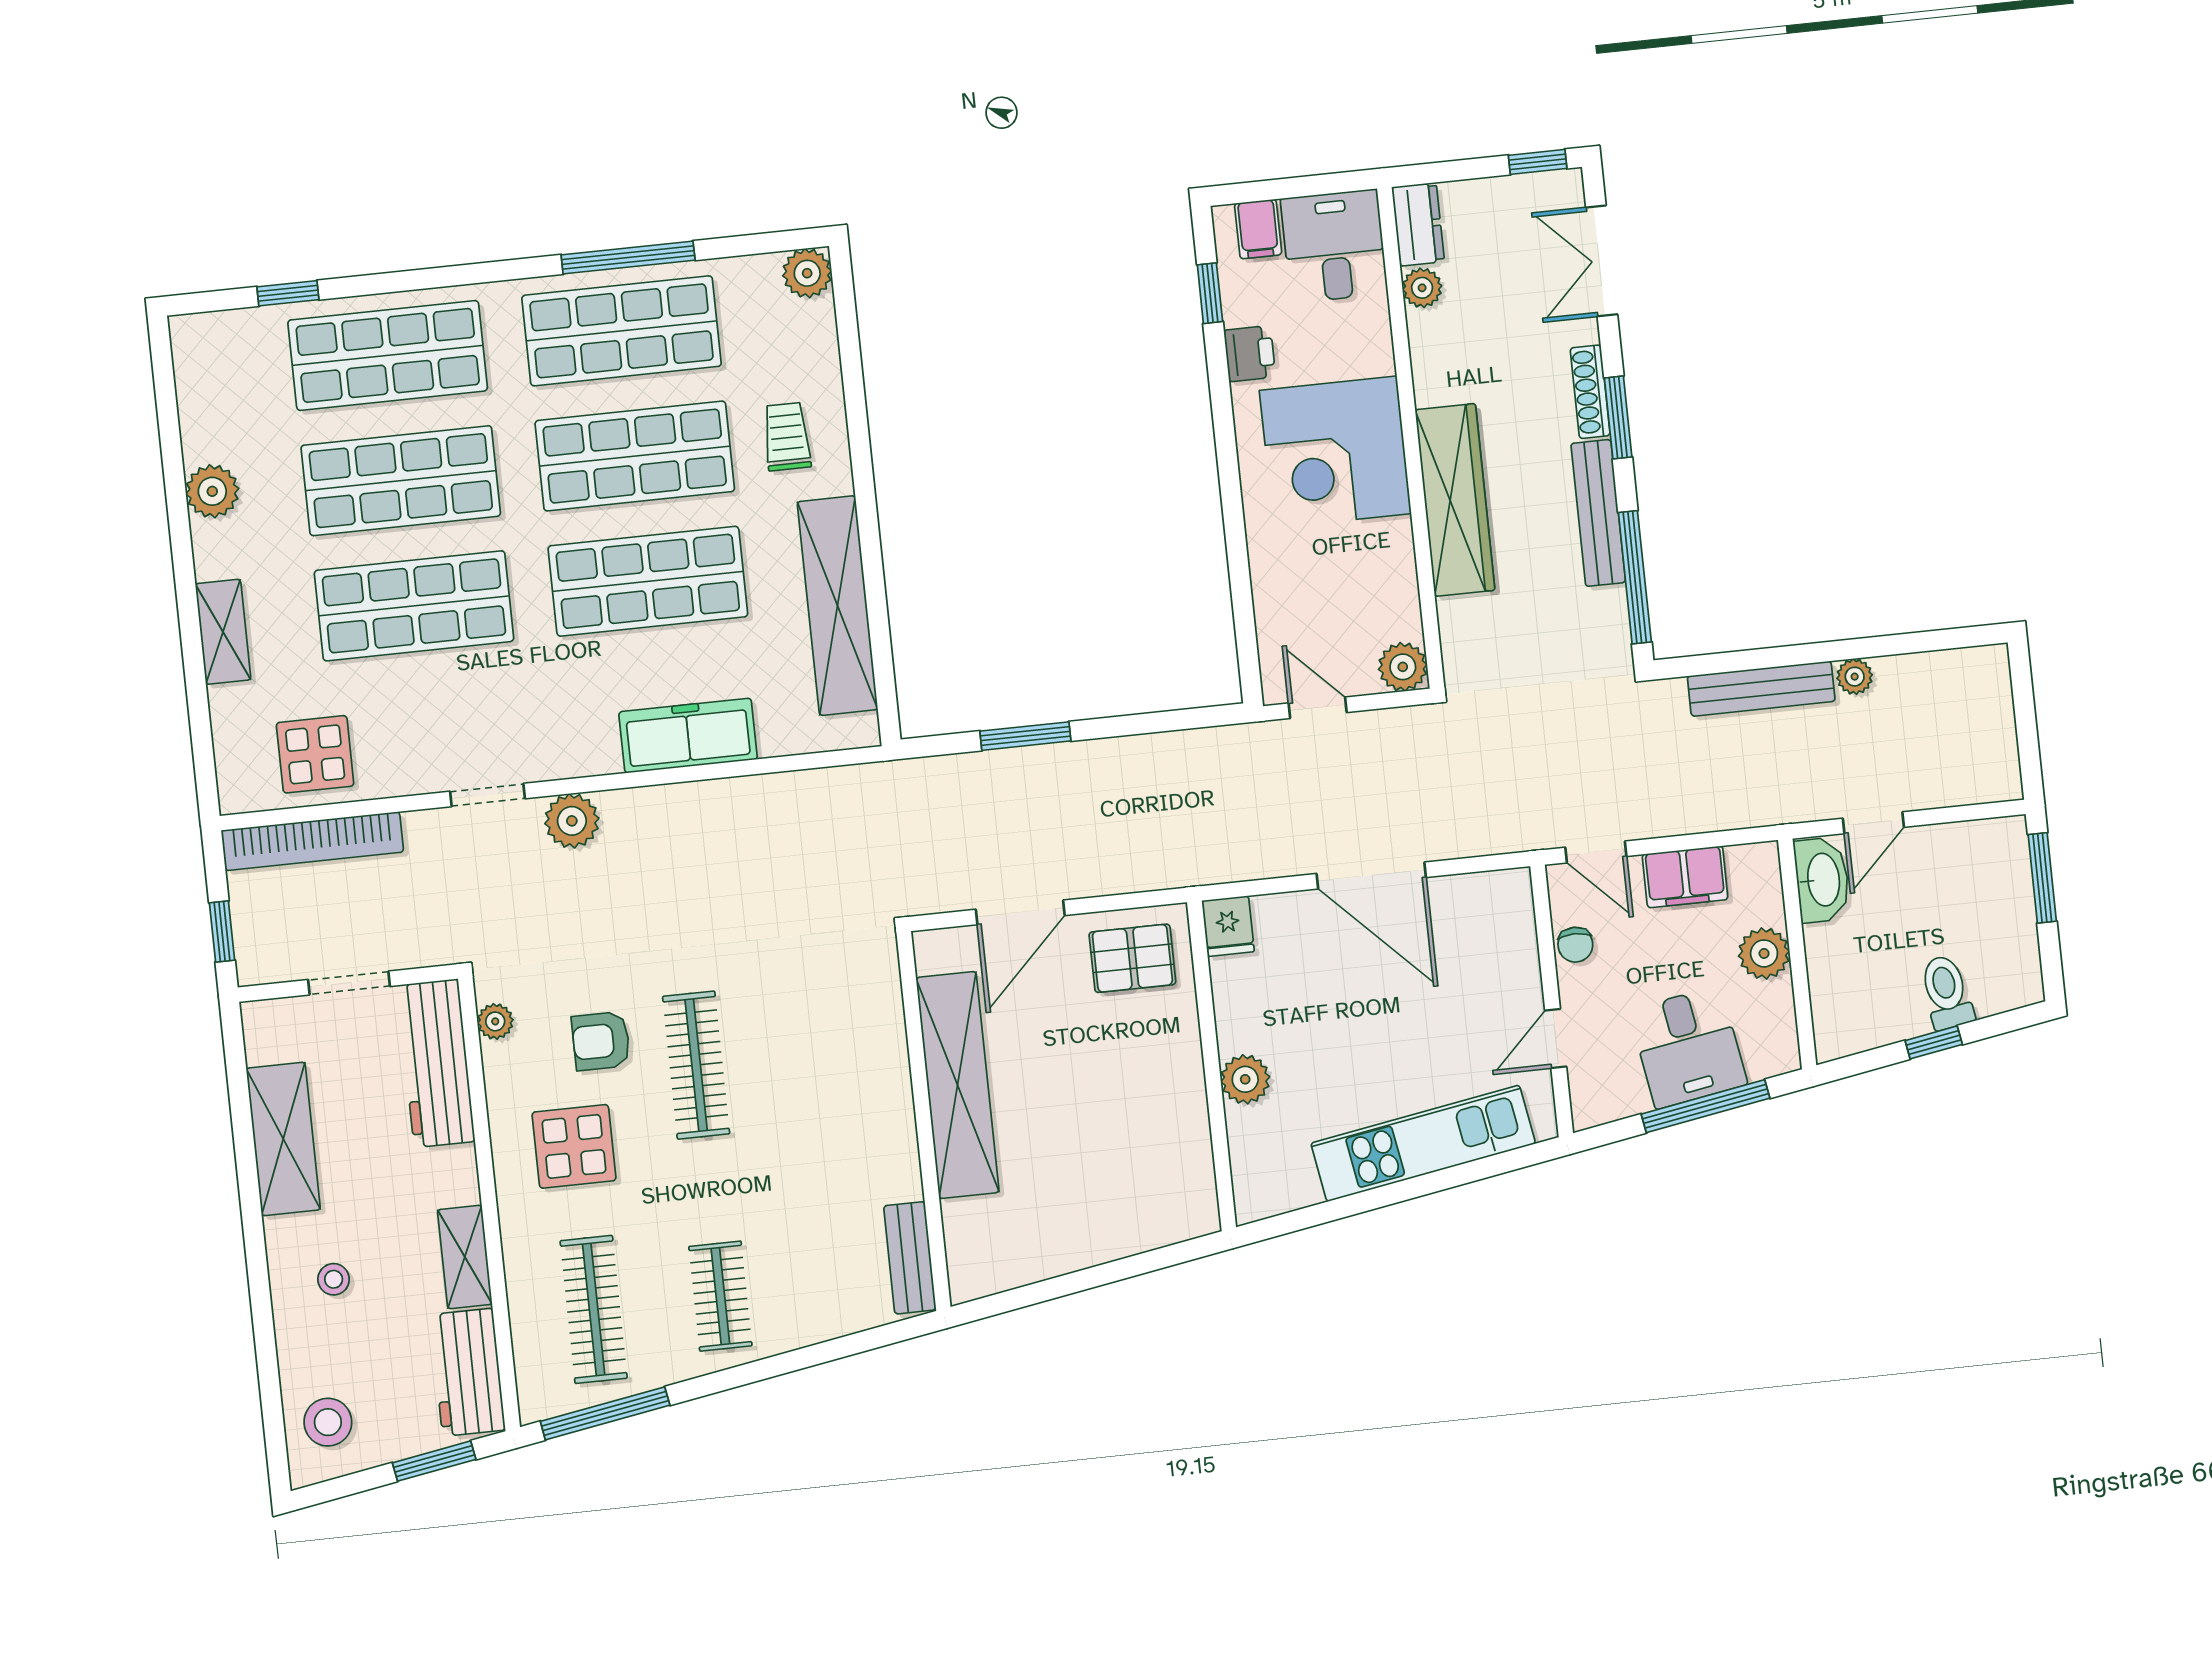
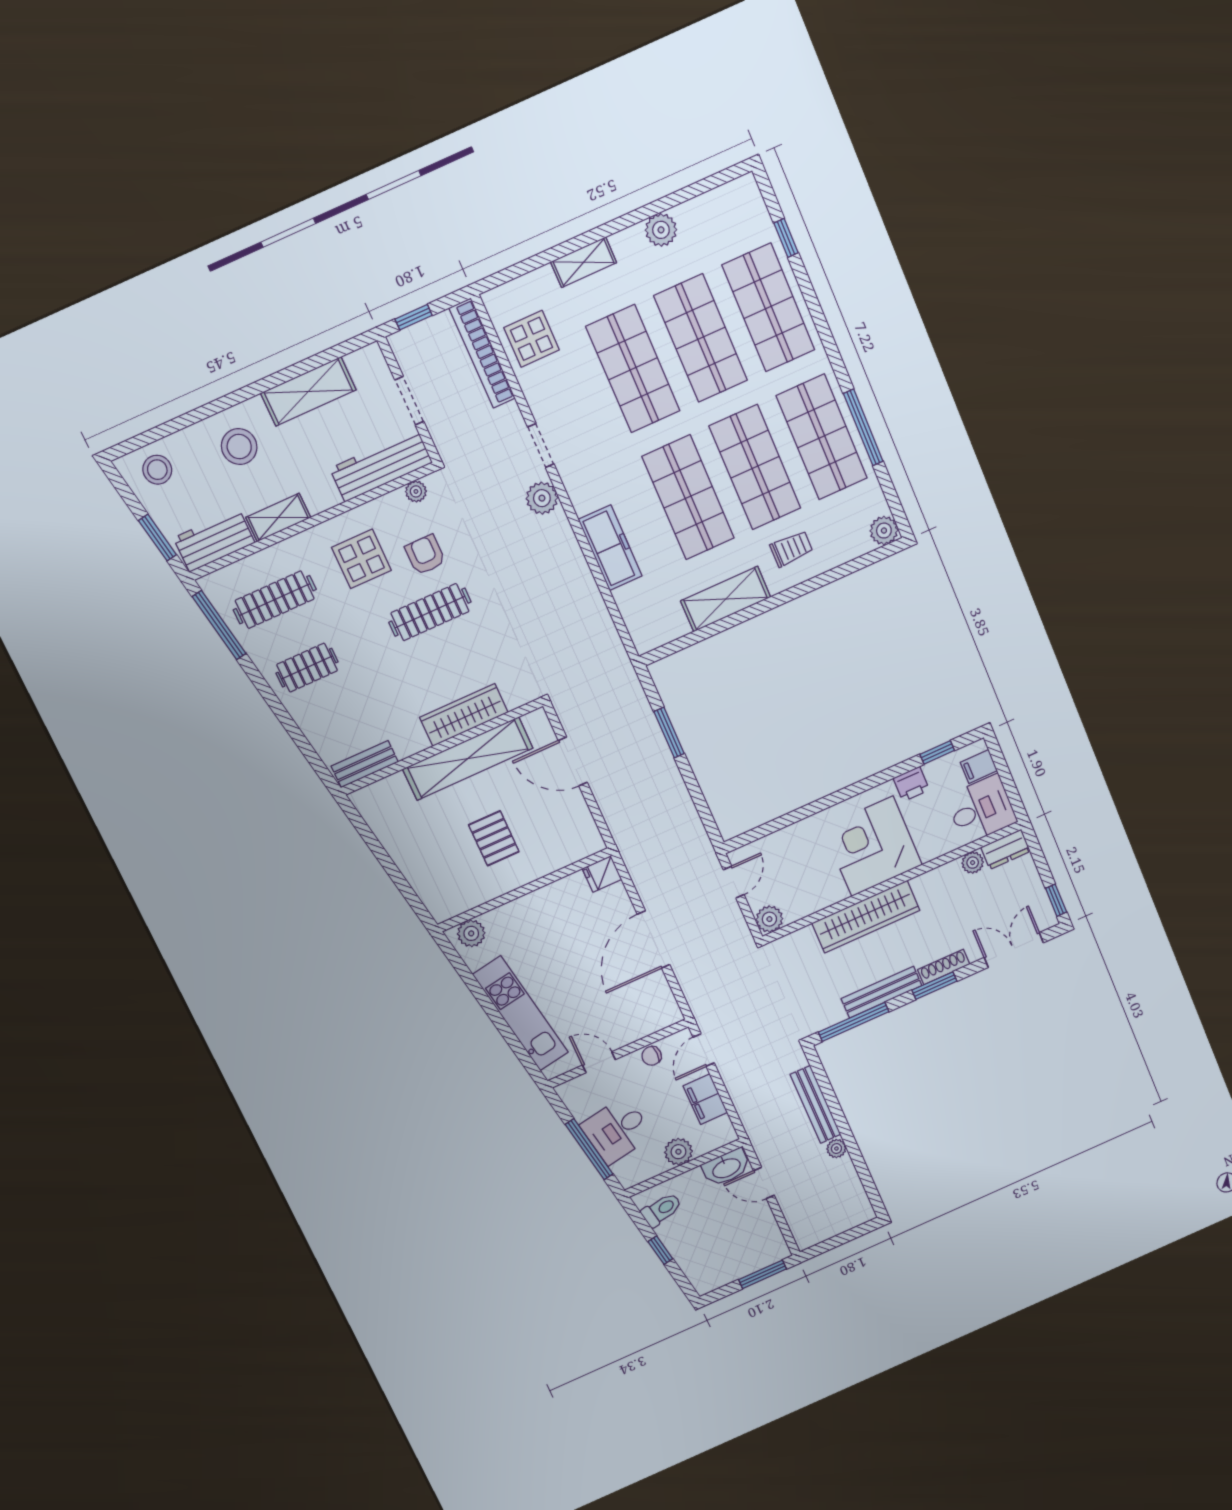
shelving: (837, 606) -> (726, 599), width x0.68
pallet: (1132, 958) -> (494, 838), moved
toilet: (1946, 992) -> (662, 1210), moved
wardrobe: (883, 1067) -> (464, 715), added
plant: (1245, 1079) -> (471, 933), moved
stool: (334, 1279) -> (239, 447), width x1.89, depth x1.89

